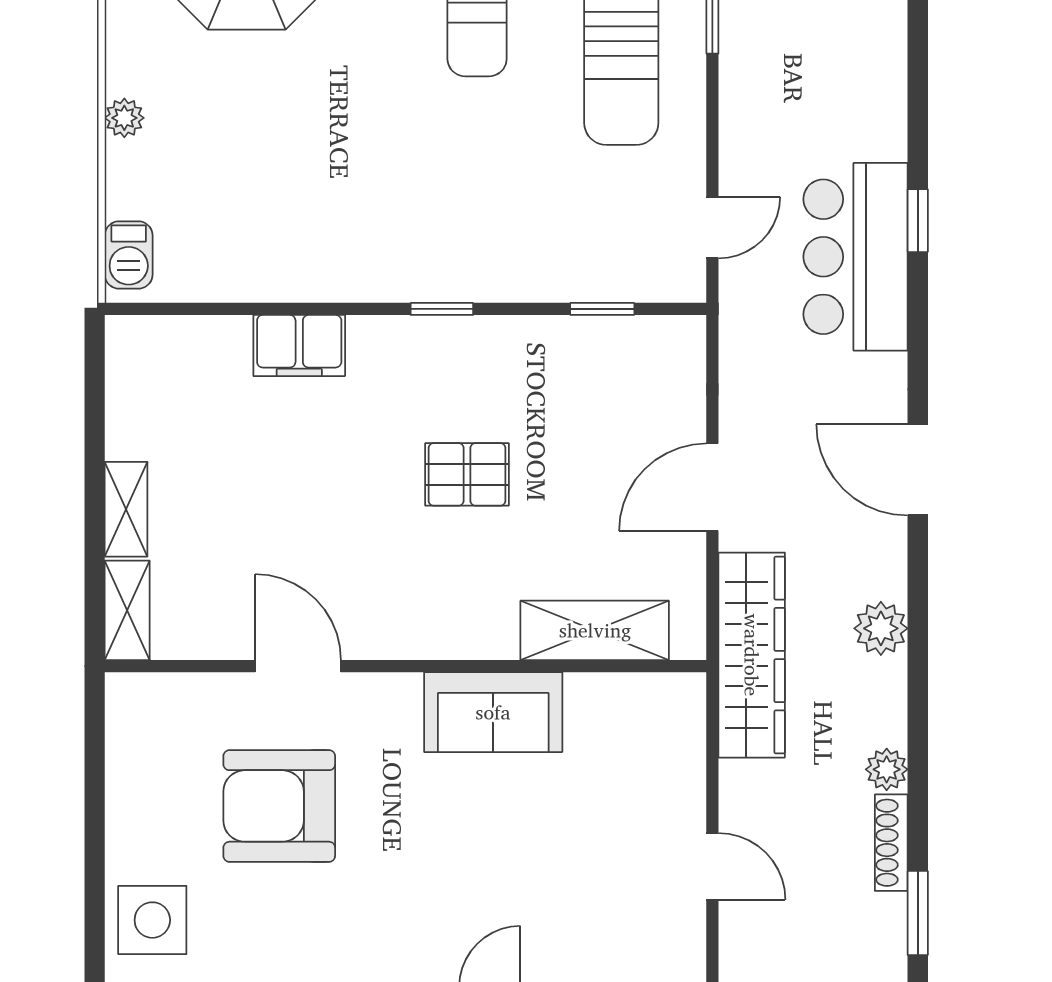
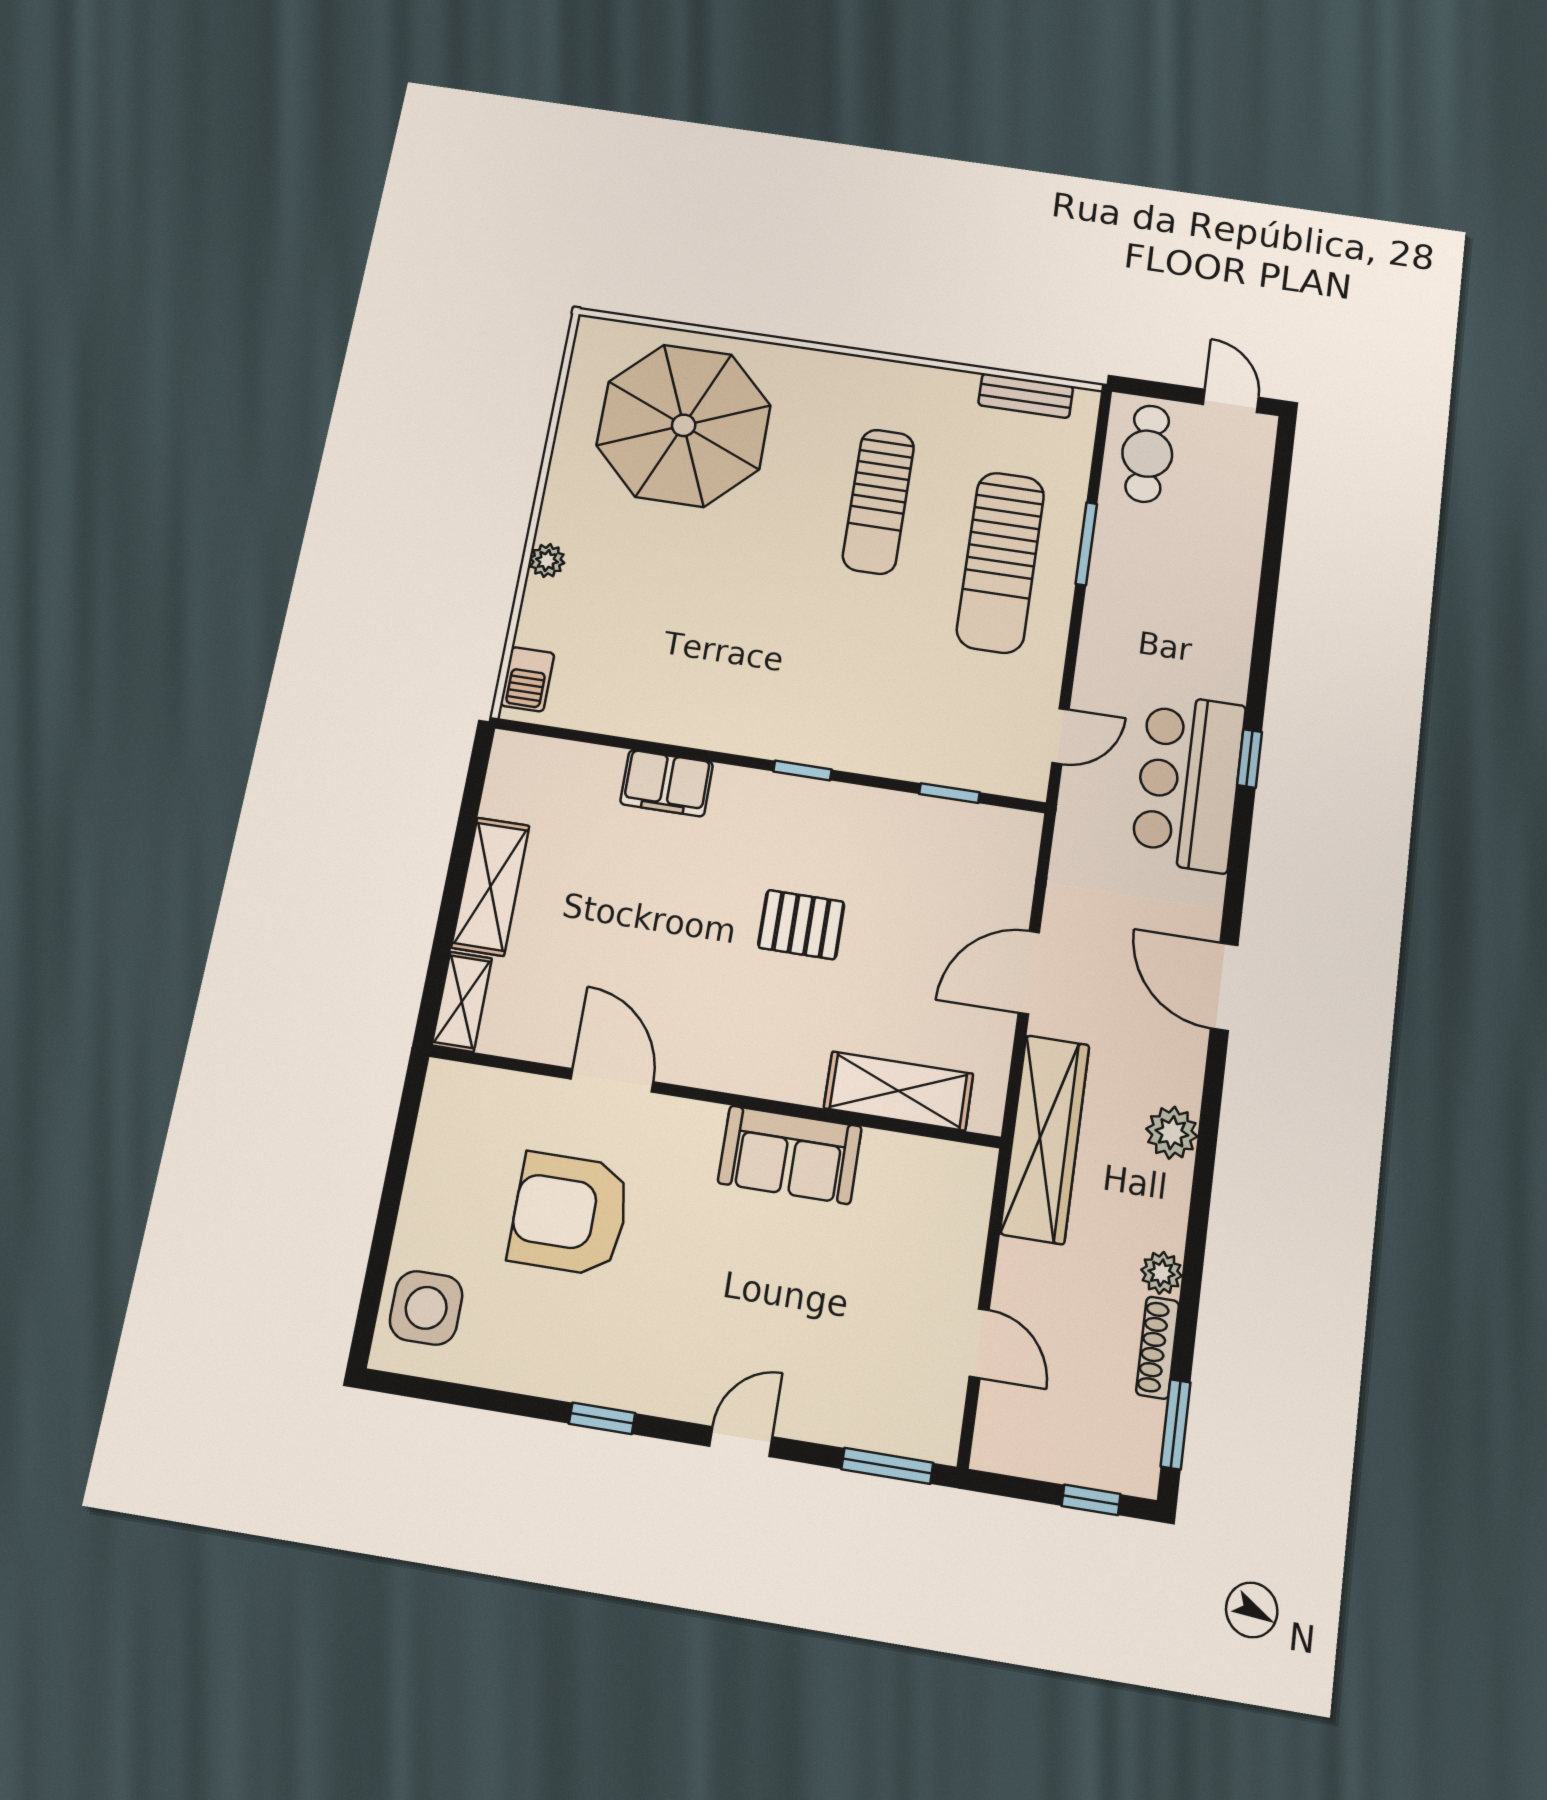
shelving: (126, 509) -> (490, 886), width x1.50, depth x1.33

